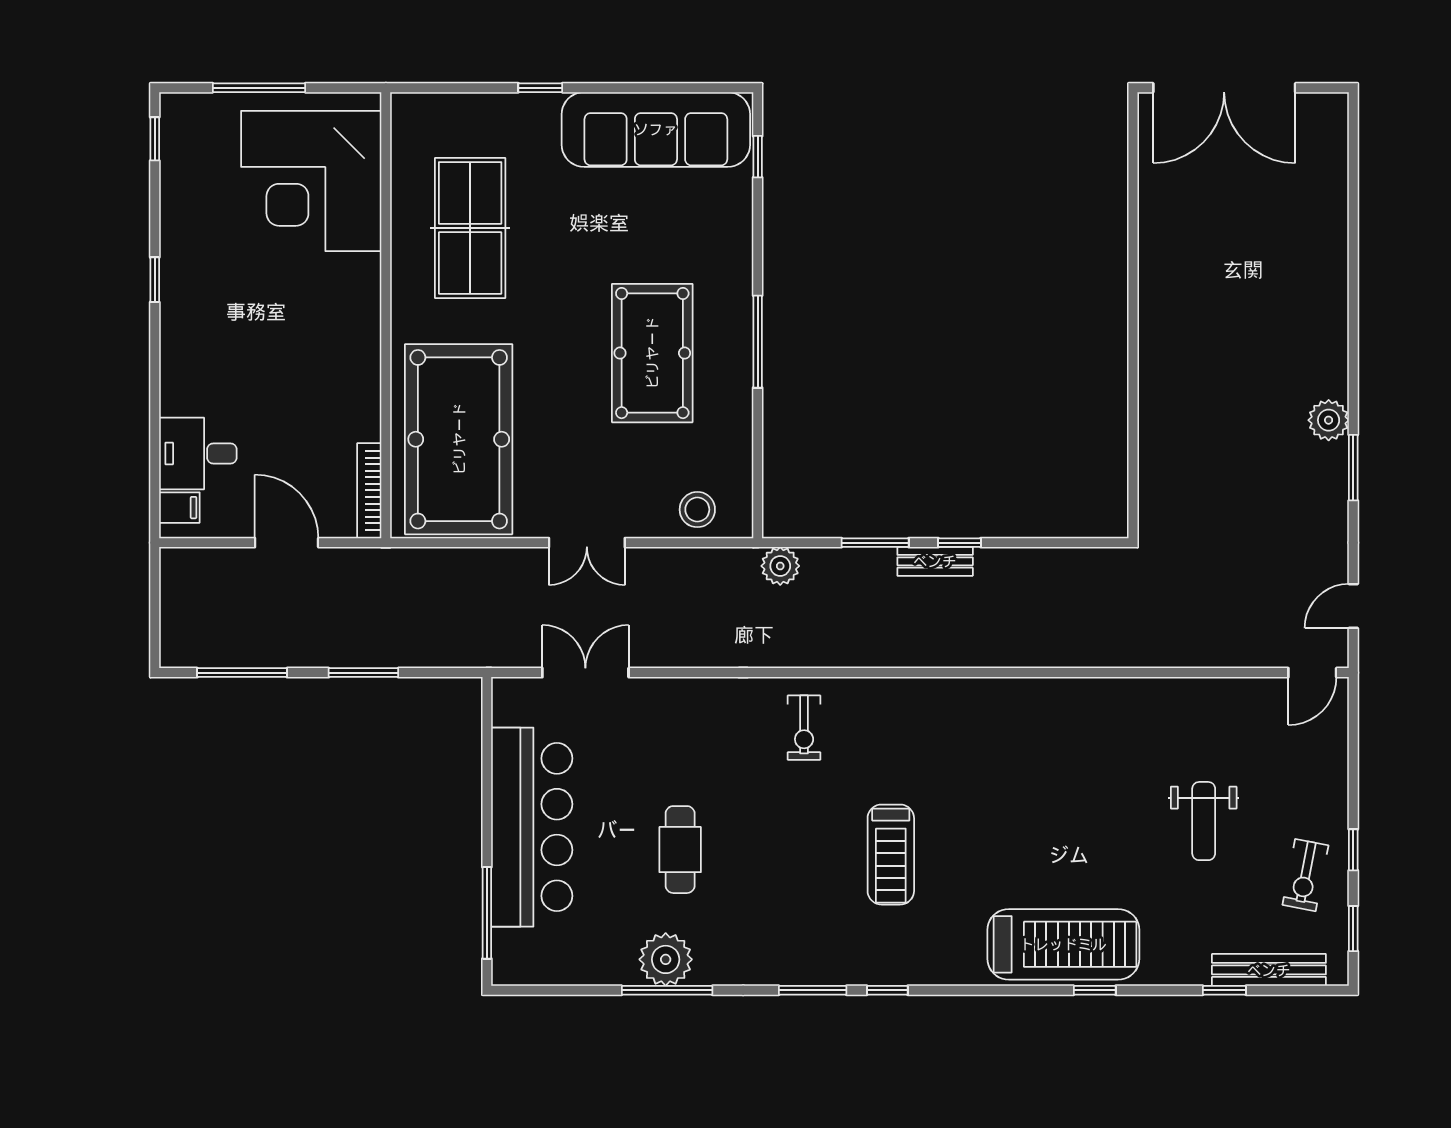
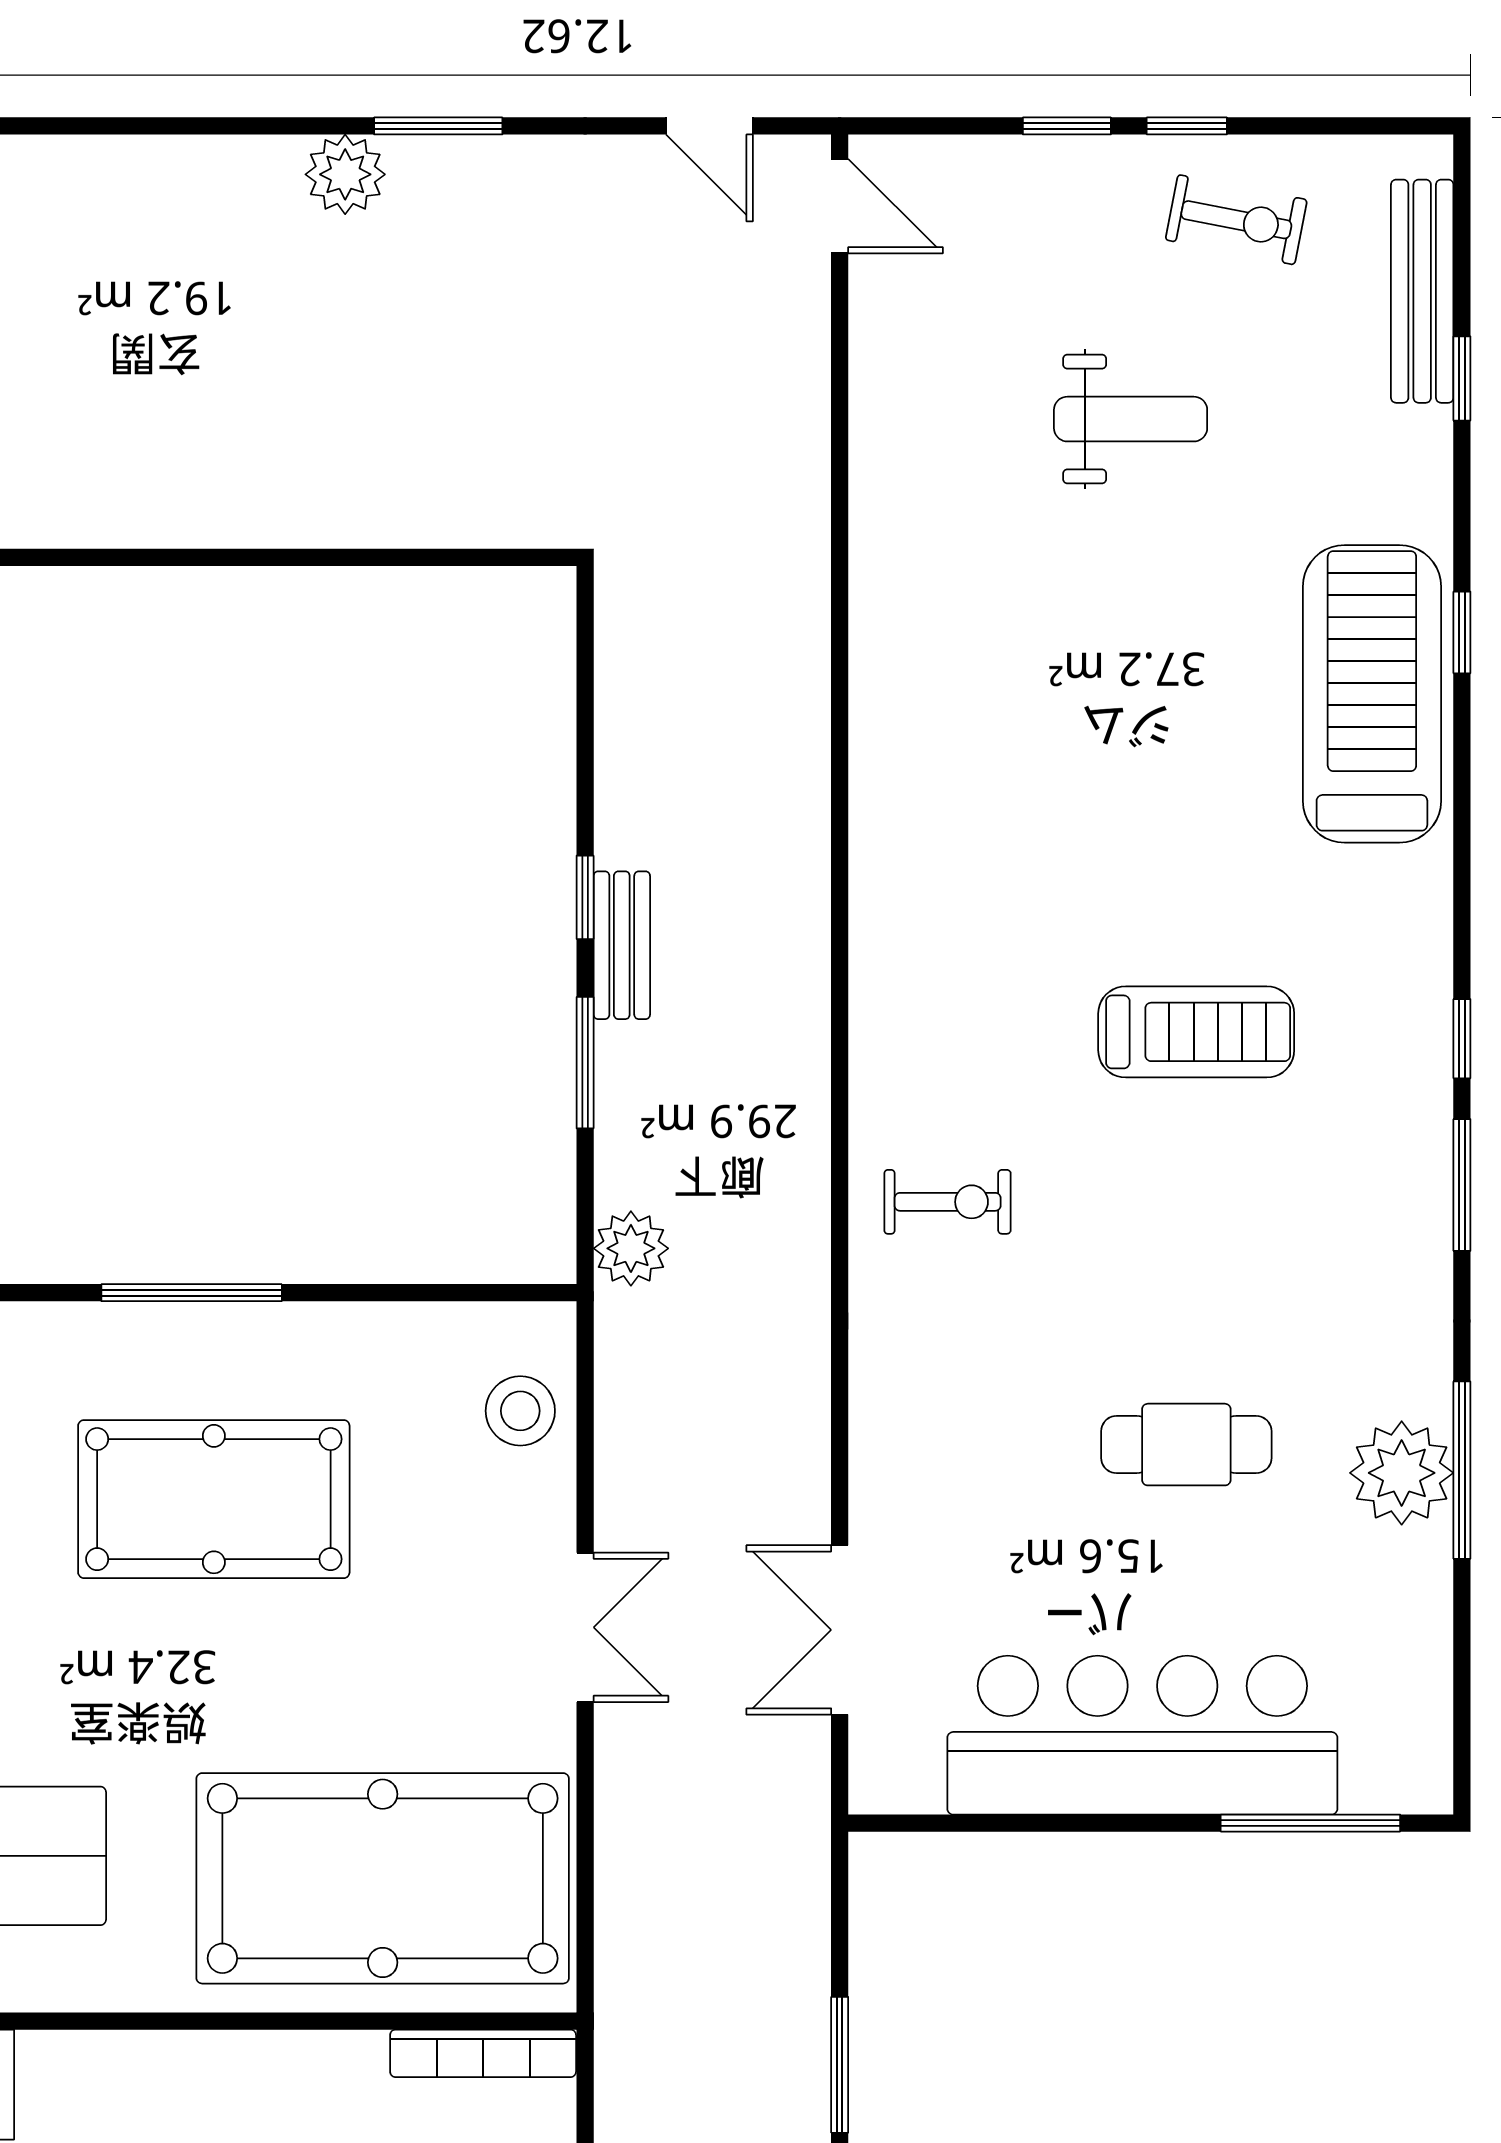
window: (1353, 929) -> (1067, 126), moved

